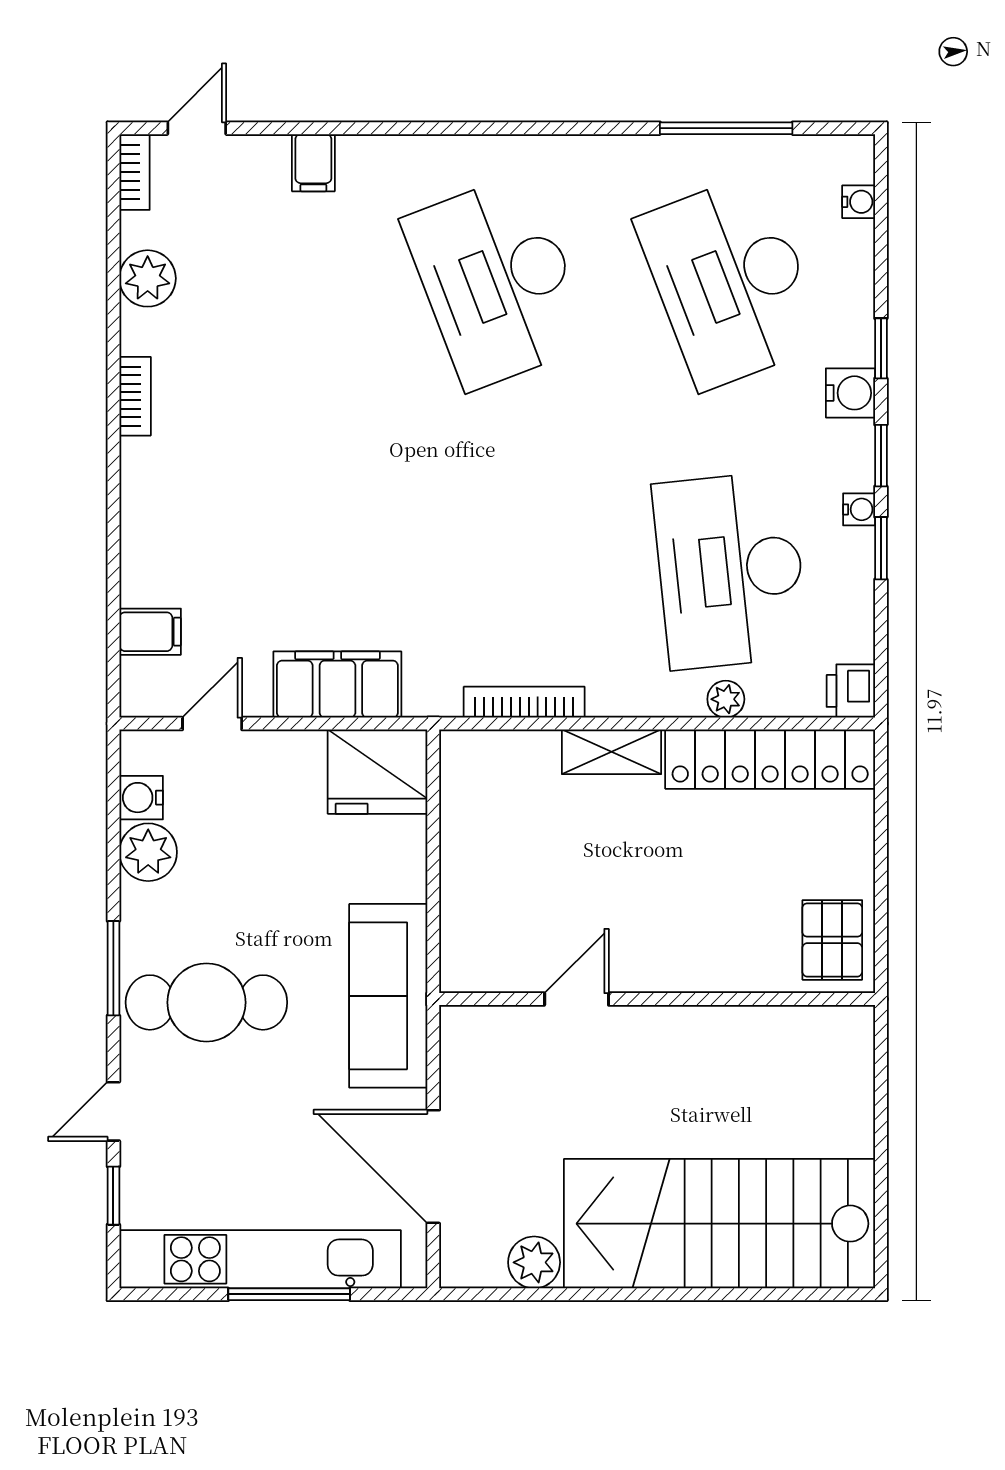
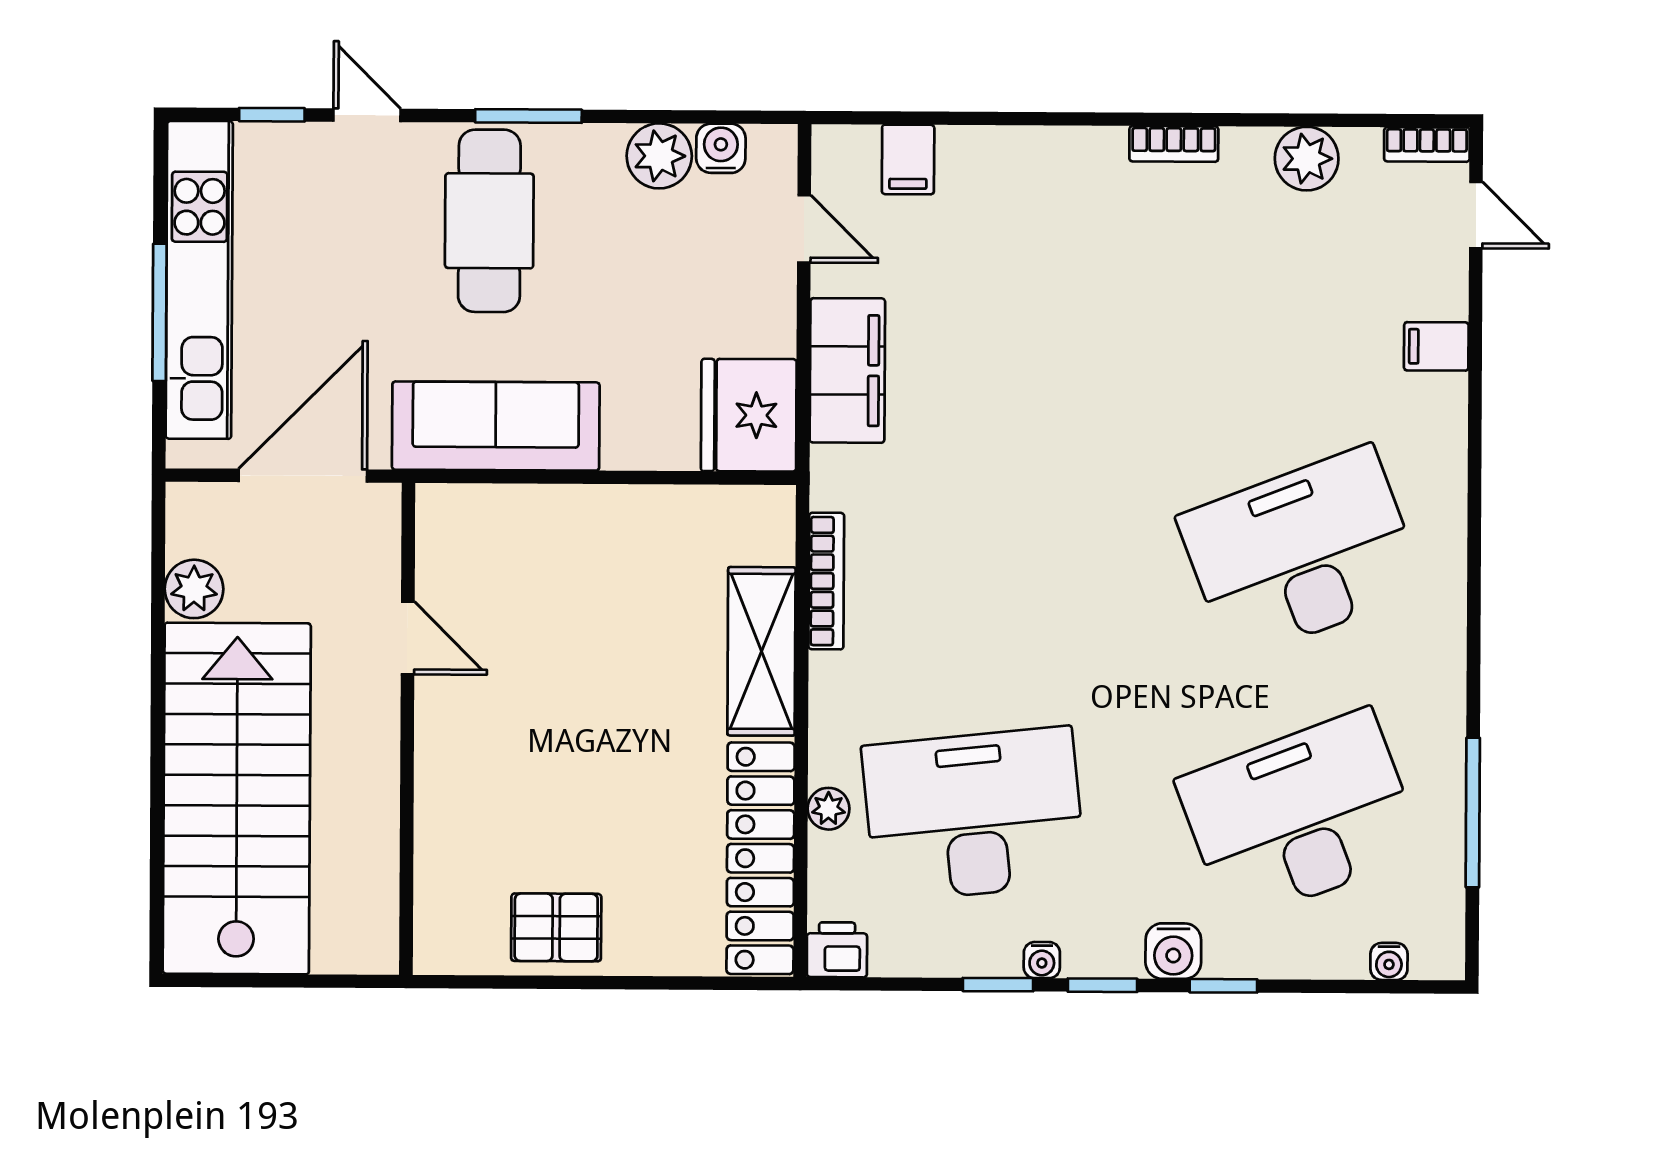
shelving: (612, 752) -> (761, 651), width x1.50, depth x1.33
door: (577, 999) -> (408, 638), moved
wall: (657, 999) -> (407, 729), moved

